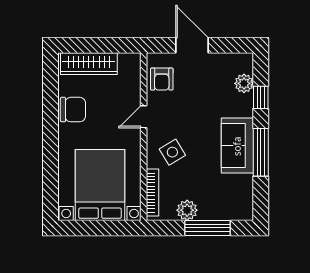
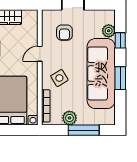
armchair: (162, 79) -> (64, 33), moved
sofa: (237, 146) -> (101, 74), width x1.85, depth x1.27
window: (261, 152) -> (120, 78), width x0.69

